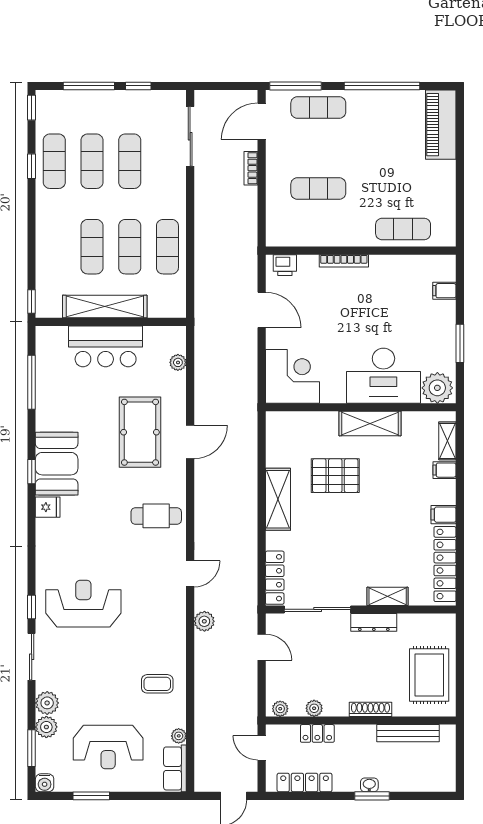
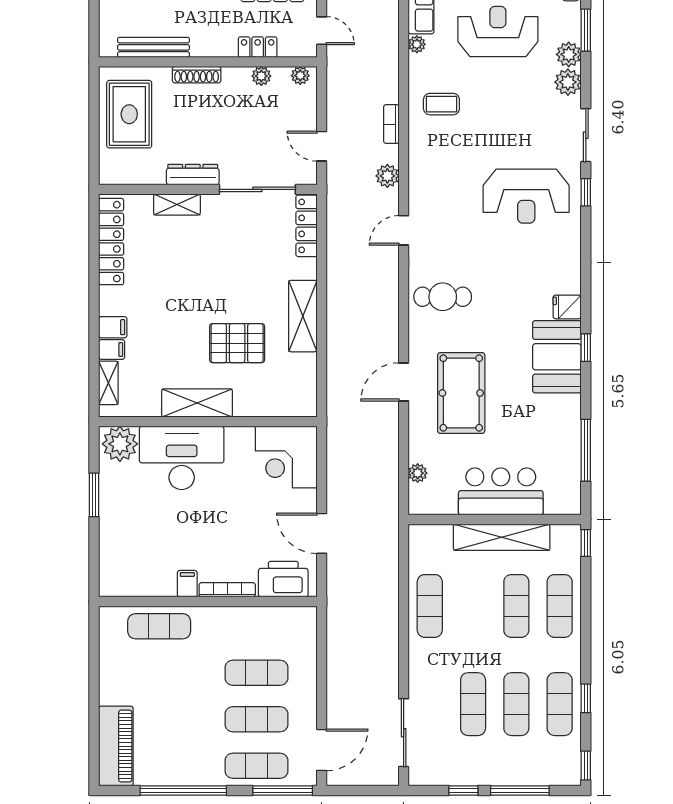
exercise mat: (318, 148) -> (256, 719), added
bookcase: (251, 168) -> (391, 124), moved, turned 180
exercise mat: (130, 247) -> (560, 606), moved
printer: (285, 265) -> (283, 579), width x1.87, depth x1.48
filing cabinet: (444, 291) -> (187, 584), moved, turned -90
filing cabinet: (444, 515) -> (113, 327), moved

